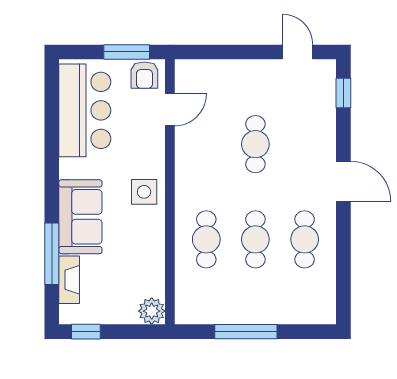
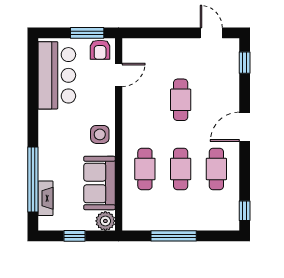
door: (343, 181) -> (245, 127), swing flipped
sofa: (80, 217) -> (99, 183), moved, turned 180
window: (52, 254) -> (33, 179), width x1.46
window: (343, 297) -> (245, 211), added
window: (86, 332) -> (74, 236), moved

